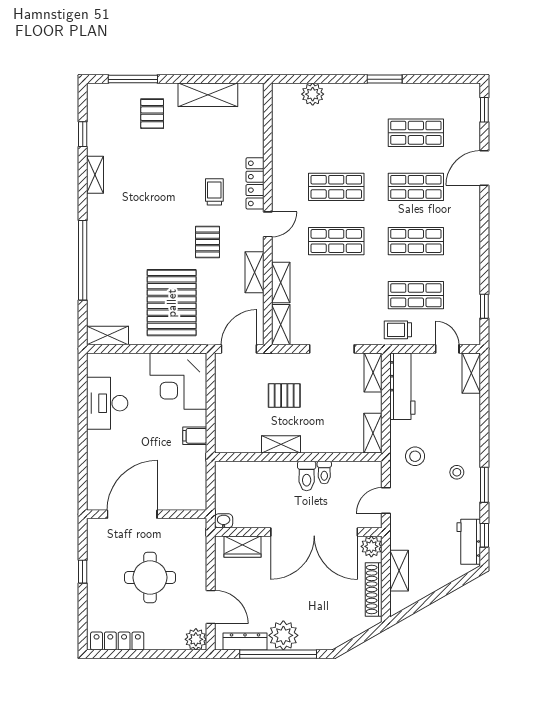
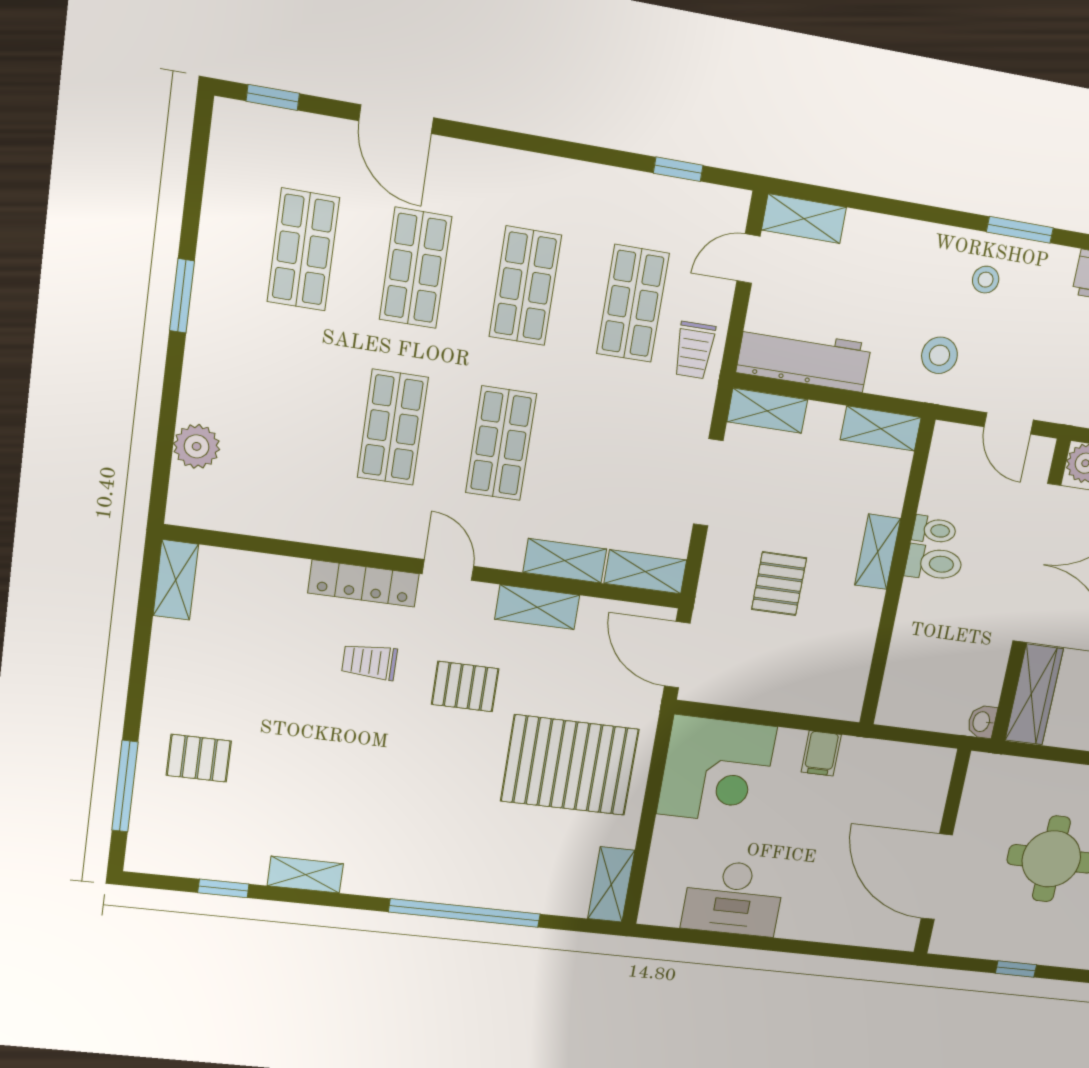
shelving: (208, 95) -> (176, 580), moved, width x0.67, depth x0.75
shelving: (281, 444) -> (878, 552), moved
wardrobe: (242, 547) -> (1034, 694), width x1.50

